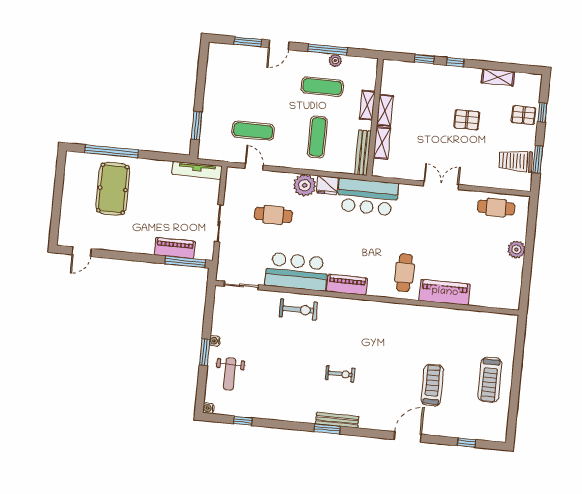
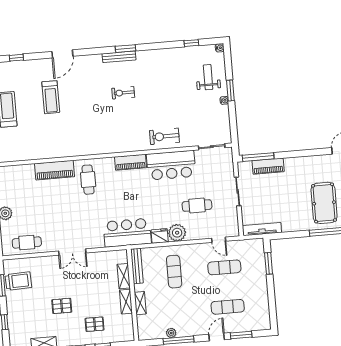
exercise mat: (322, 87) -> (228, 307), moved
pallet: (524, 115) -> (95, 324), moved

